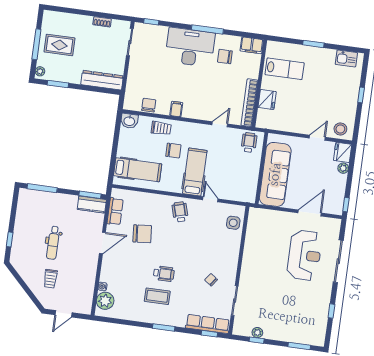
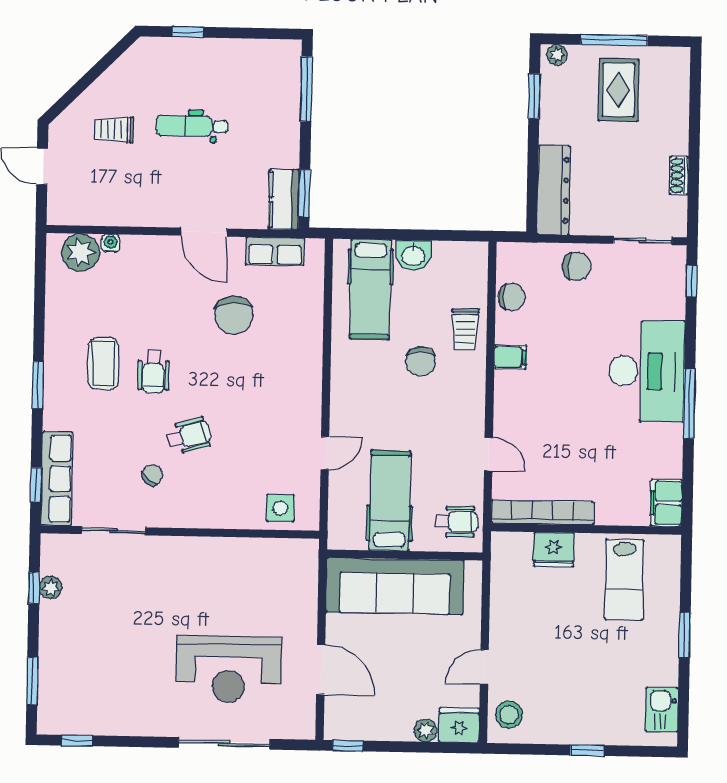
chair: (225, 57) -> (576, 266), moved, turned 90
washbasin: (129, 121) -> (413, 255), moved, turned -90
door: (317, 138) -> (484, 667), swing flipped
hospital bed: (195, 172) -> (390, 501), moved, turned -90
wheelchair: (180, 212) -> (189, 436), moved
window: (331, 311) -> (77, 740), moved

